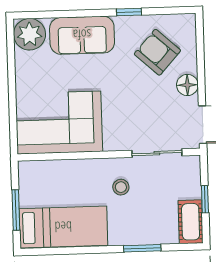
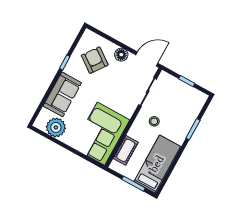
plant: (30, 34) -> (56, 127), moved
armchair: (157, 52) -> (95, 60), turned 84
cot: (191, 222) -> (126, 150), moved, turned 90

